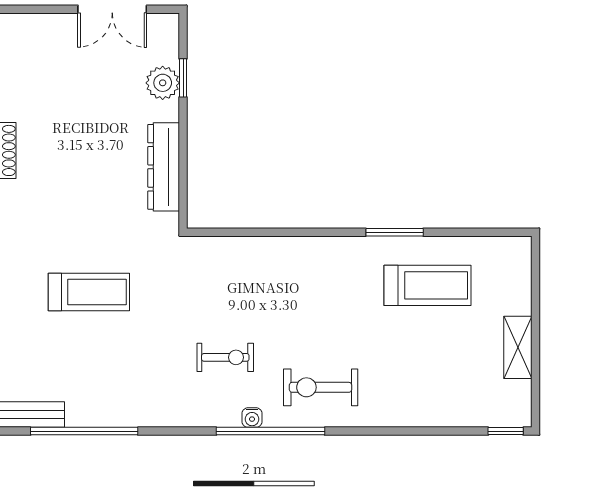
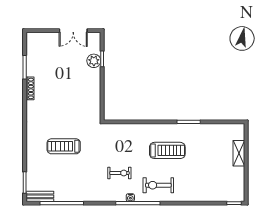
dresser: (164, 167) -> (94, 95), removed
treadmill: (427, 285) -> (167, 150), moved
treadmill: (89, 292) -> (64, 146), turned 180
shelving: (518, 347) -> (239, 153), moved

